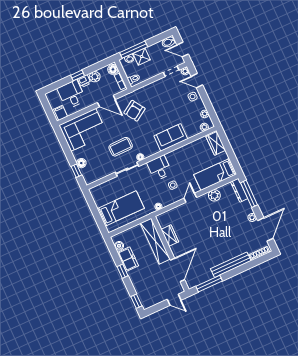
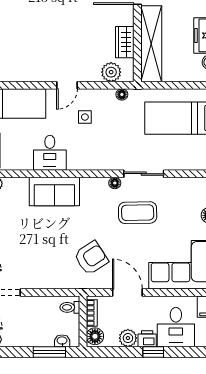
window: (134, 50) -> (49, 352), width x0.69
shower: (142, 57) -> (42, 336), removed
desk: (159, 168) -> (50, 153), moved
plant: (214, 195) -> (111, 72), moved

